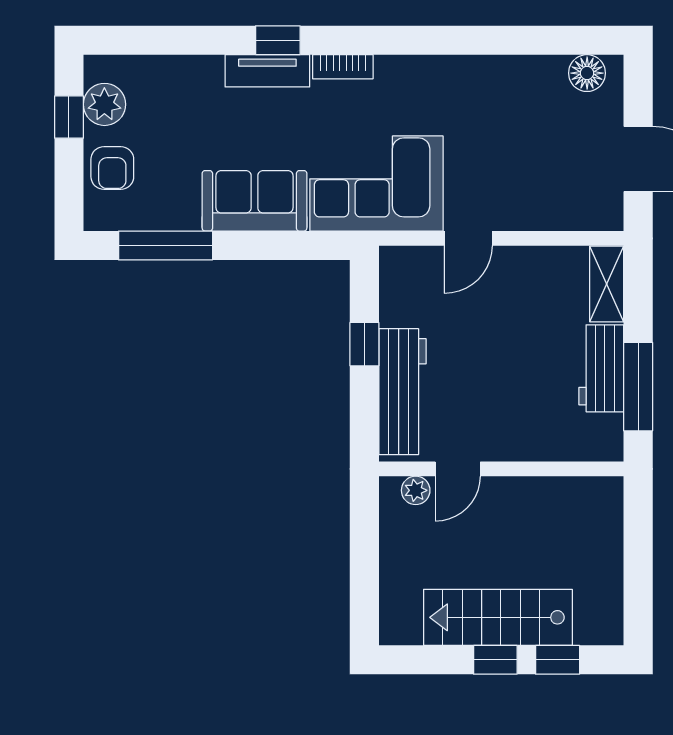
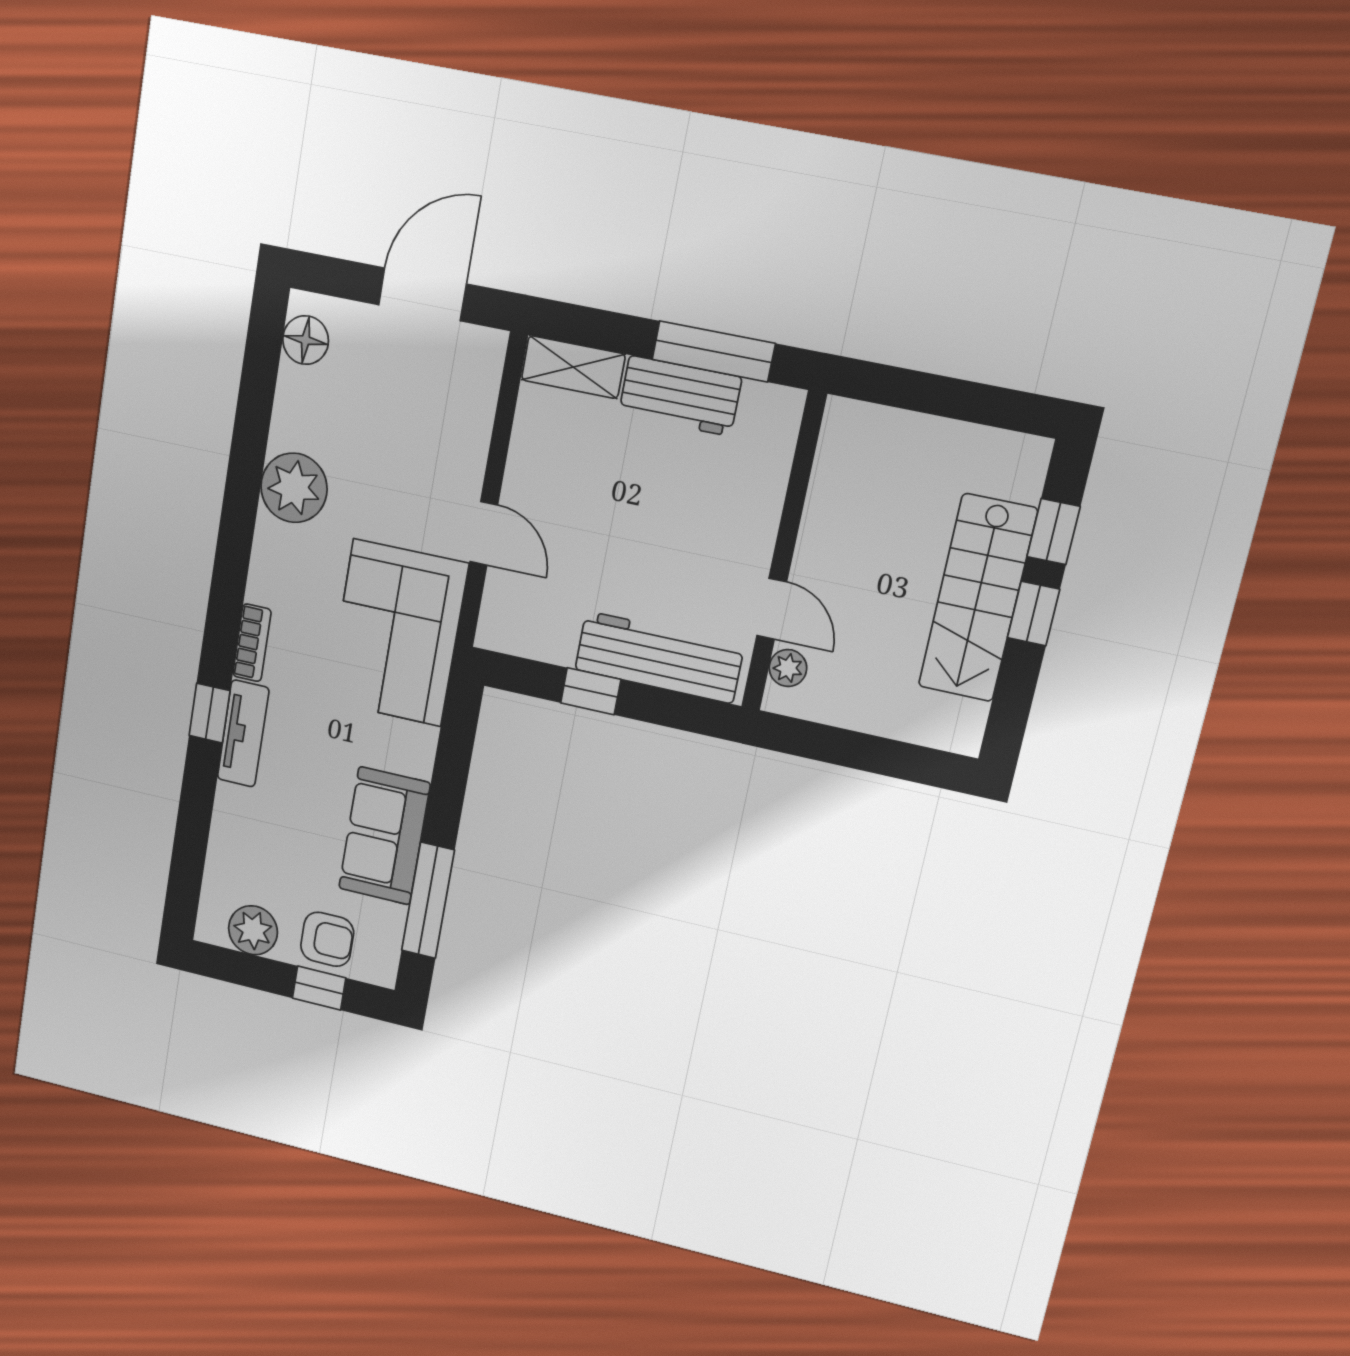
plant: (472, 82) -> (294, 488), added
window: (69, 117) -> (319, 988), moved
sofa: (254, 201) -> (384, 836), moved

